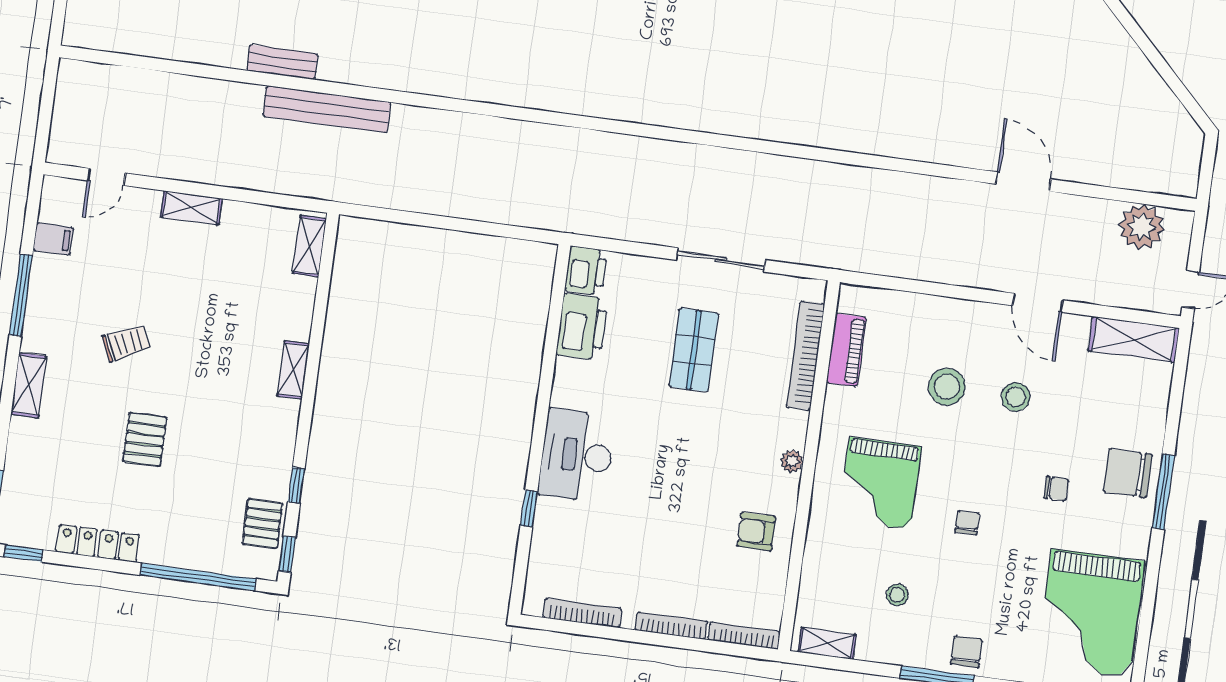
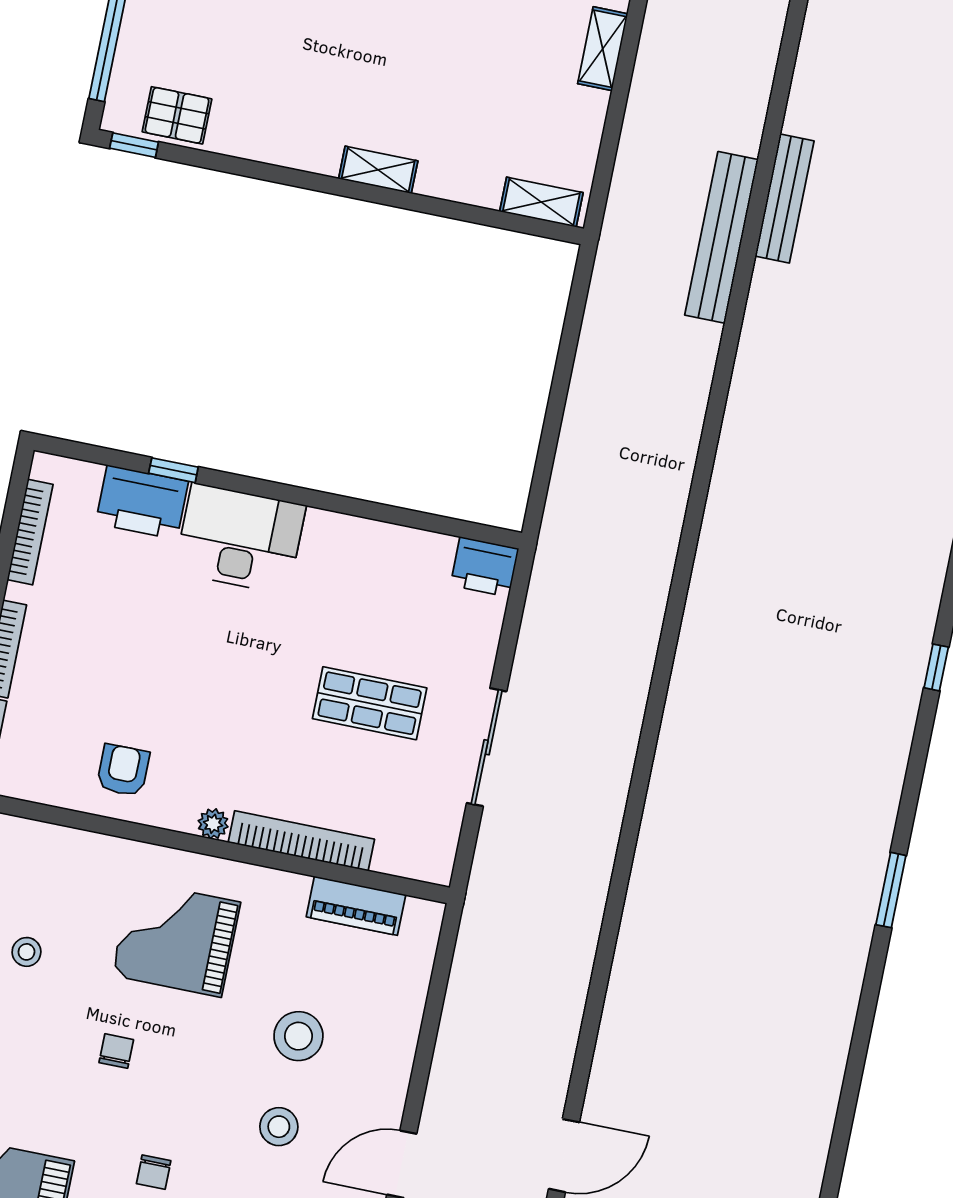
bench: (282, 62) -> (785, 198), width x1.36
printer: (582, 327) -> (142, 502), moved
bookcase: (806, 356) -> (301, 841), moved
window: (296, 485) -> (225, 164), removed
chair: (967, 523) -> (116, 1051), turned -90

